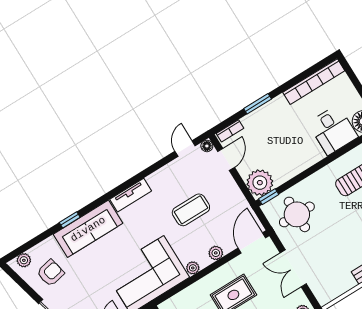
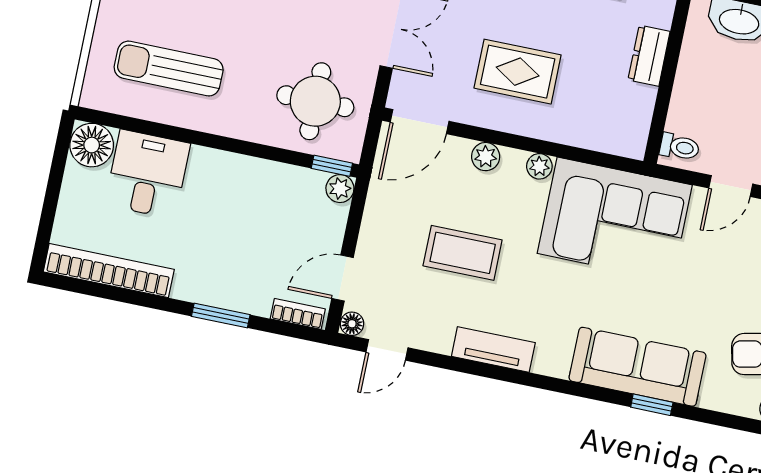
plant: (260, 183) -> (340, 189), width x0.53, depth x0.53
tv unit: (131, 195) -> (493, 349), moved

